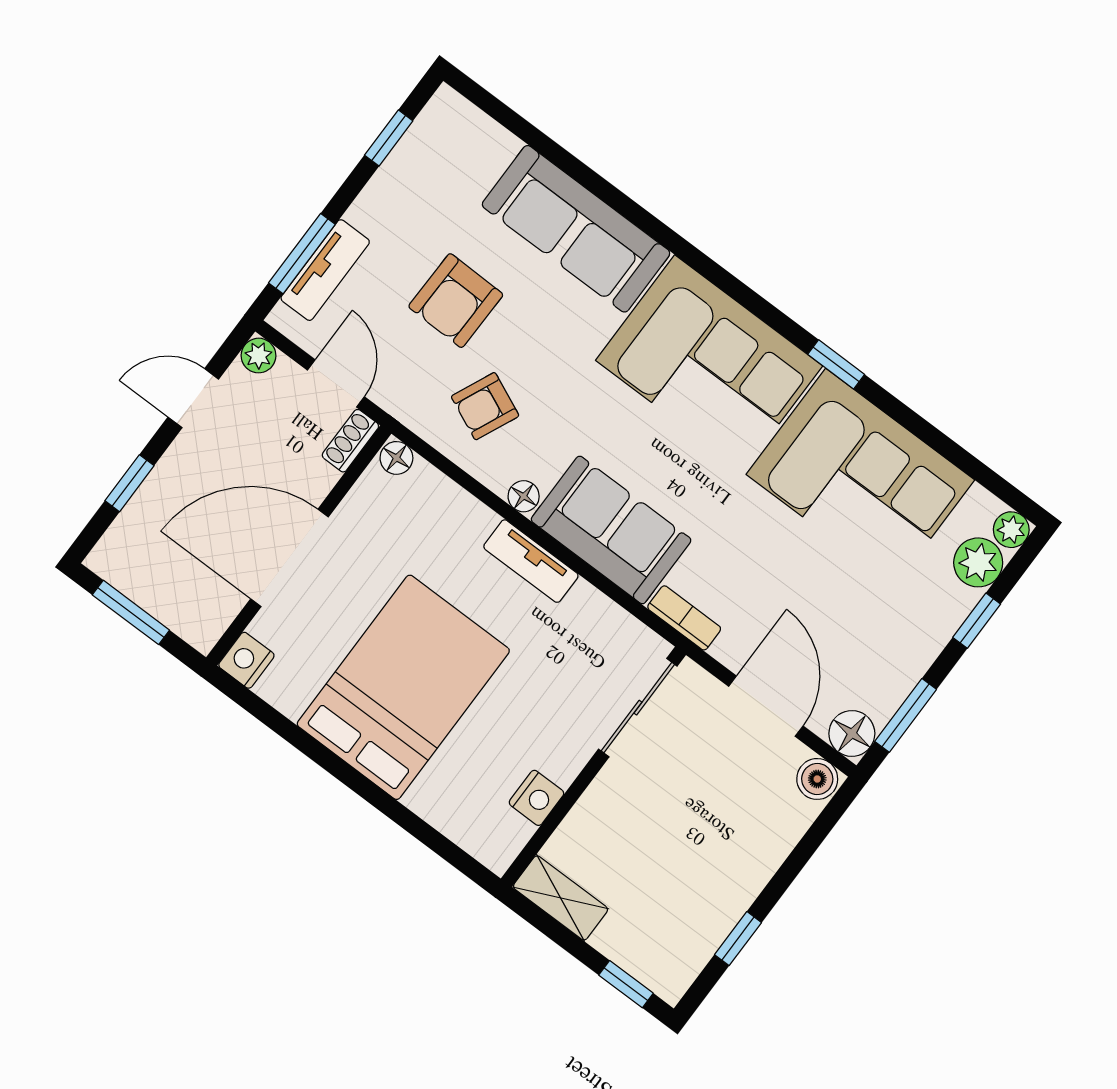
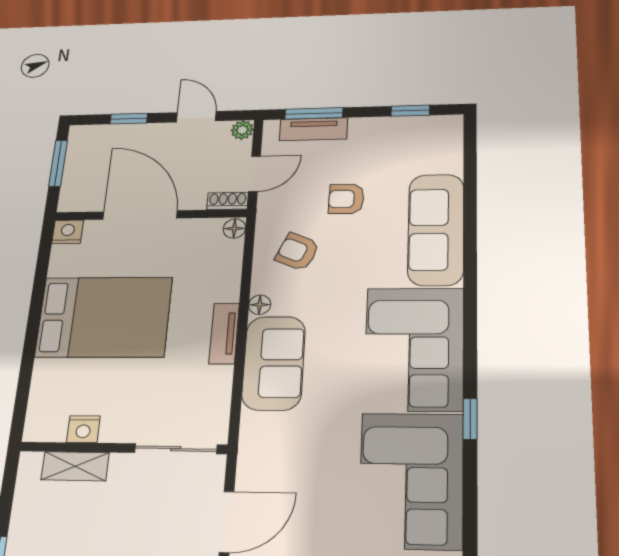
armchair: (456, 301) -> (346, 199), width x0.72, depth x0.72
bookcase: (684, 618) -> (249, 438), removed
shelving: (561, 898) -> (75, 466), moved, turned 90

